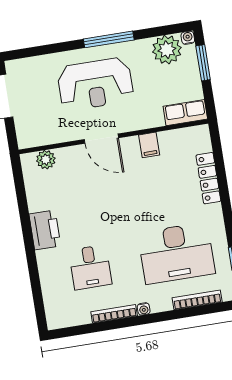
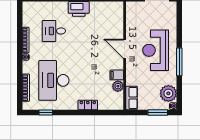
door: (101, 139) -> (125, 49), hinge flipped
plant: (46, 160) -> (118, 86), moved
locker: (208, 178) -> (88, 105), width x0.66

